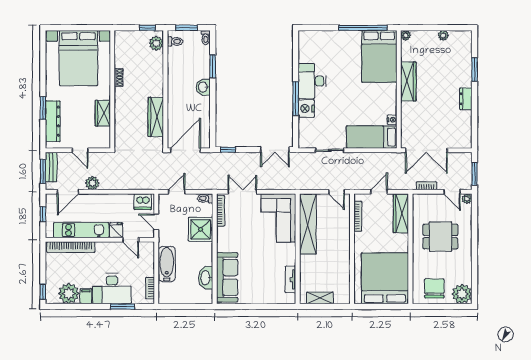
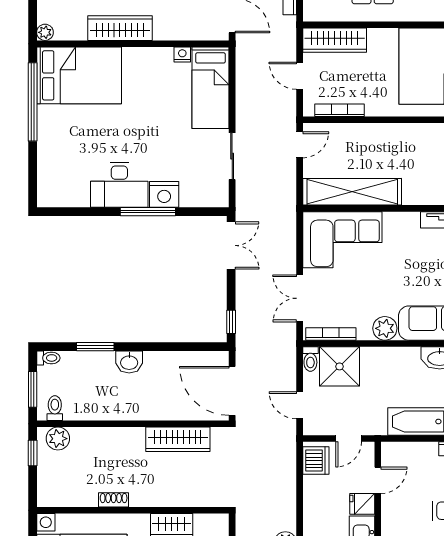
shower: (201, 229) -> (340, 366), moved
plant: (224, 244) -> (385, 328), added

